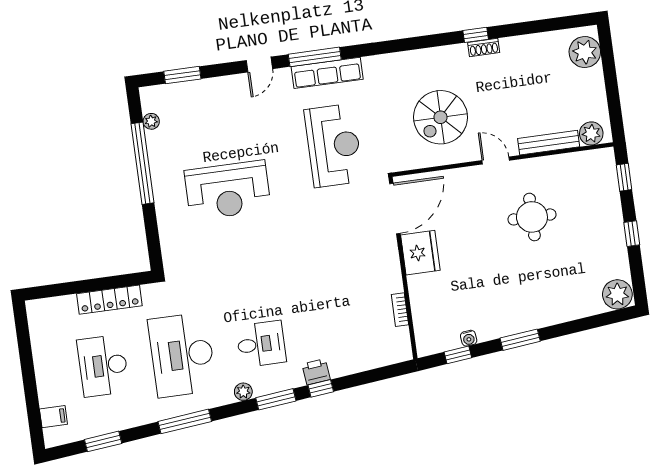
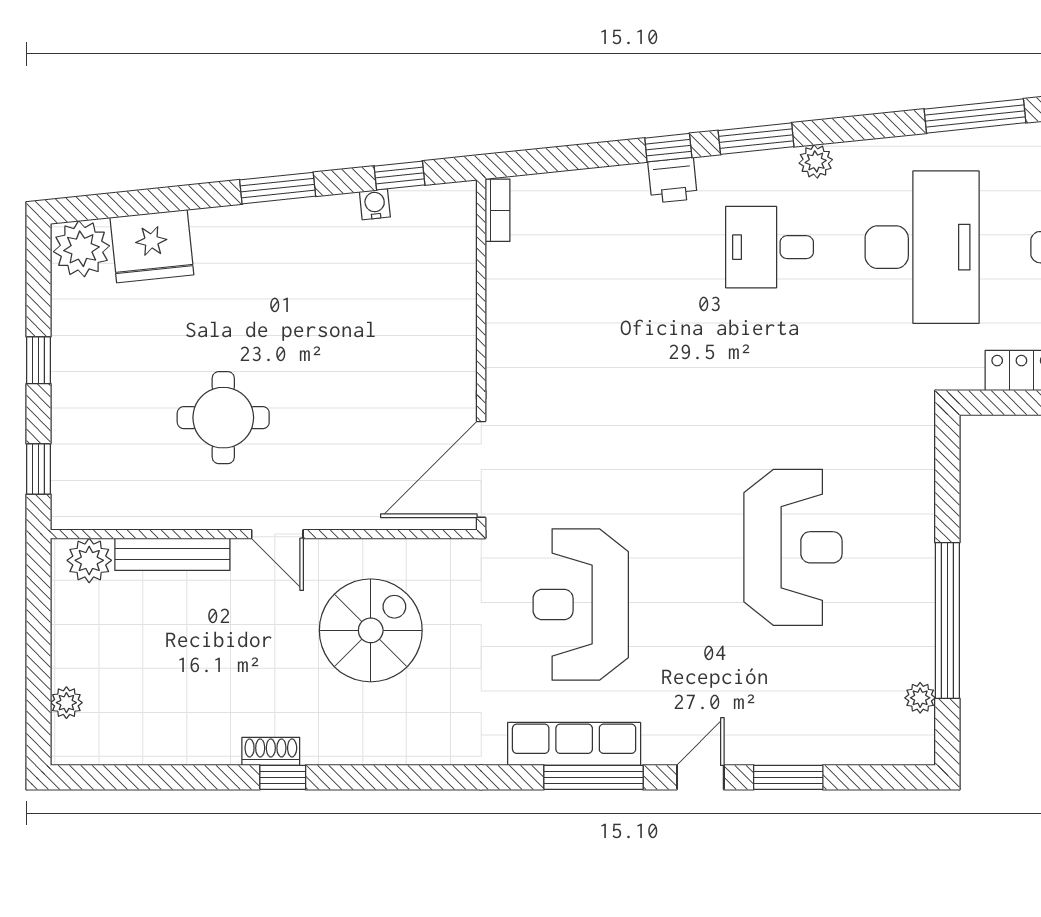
plant: (585, 52) -> (66, 703), width x0.53, depth x0.53
window: (182, 75) -> (788, 777), moved
reception desk: (228, 190) -> (793, 547), turned 90
fridge: (420, 253) -> (152, 246), moved, turned -96
bookcase: (400, 310) -> (497, 210), moved
window: (185, 421) -> (975, 116), moved

